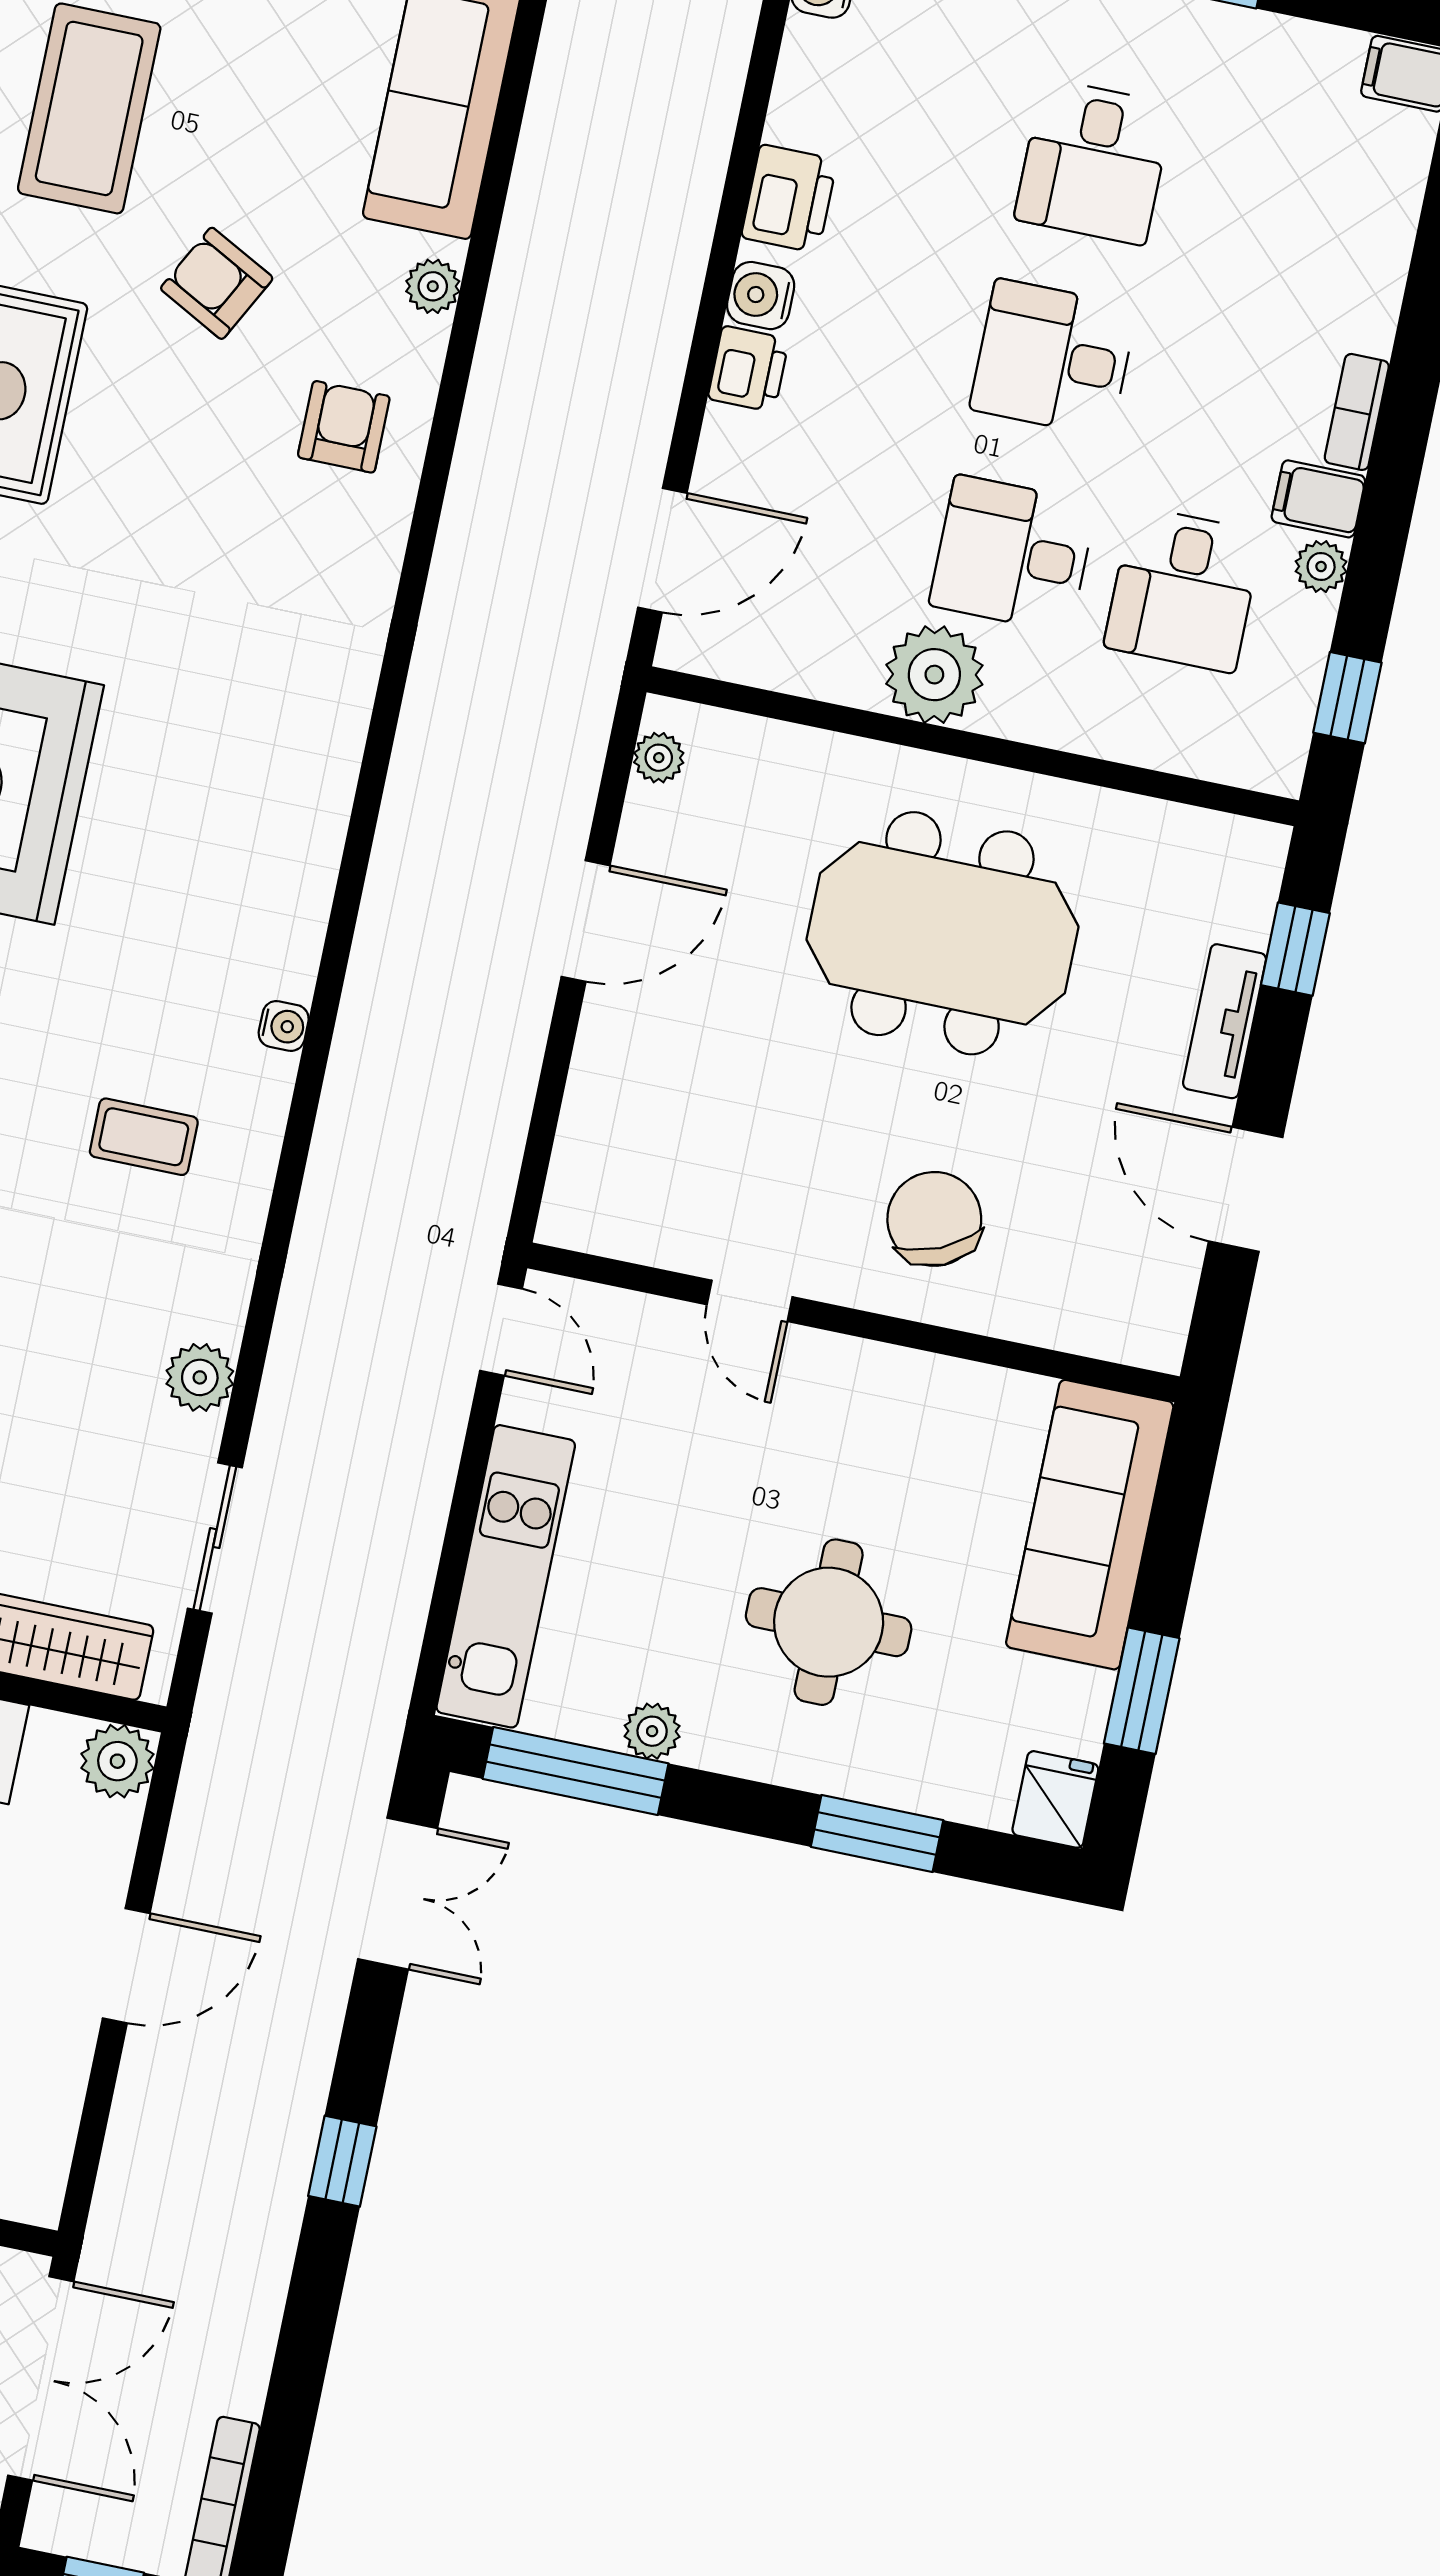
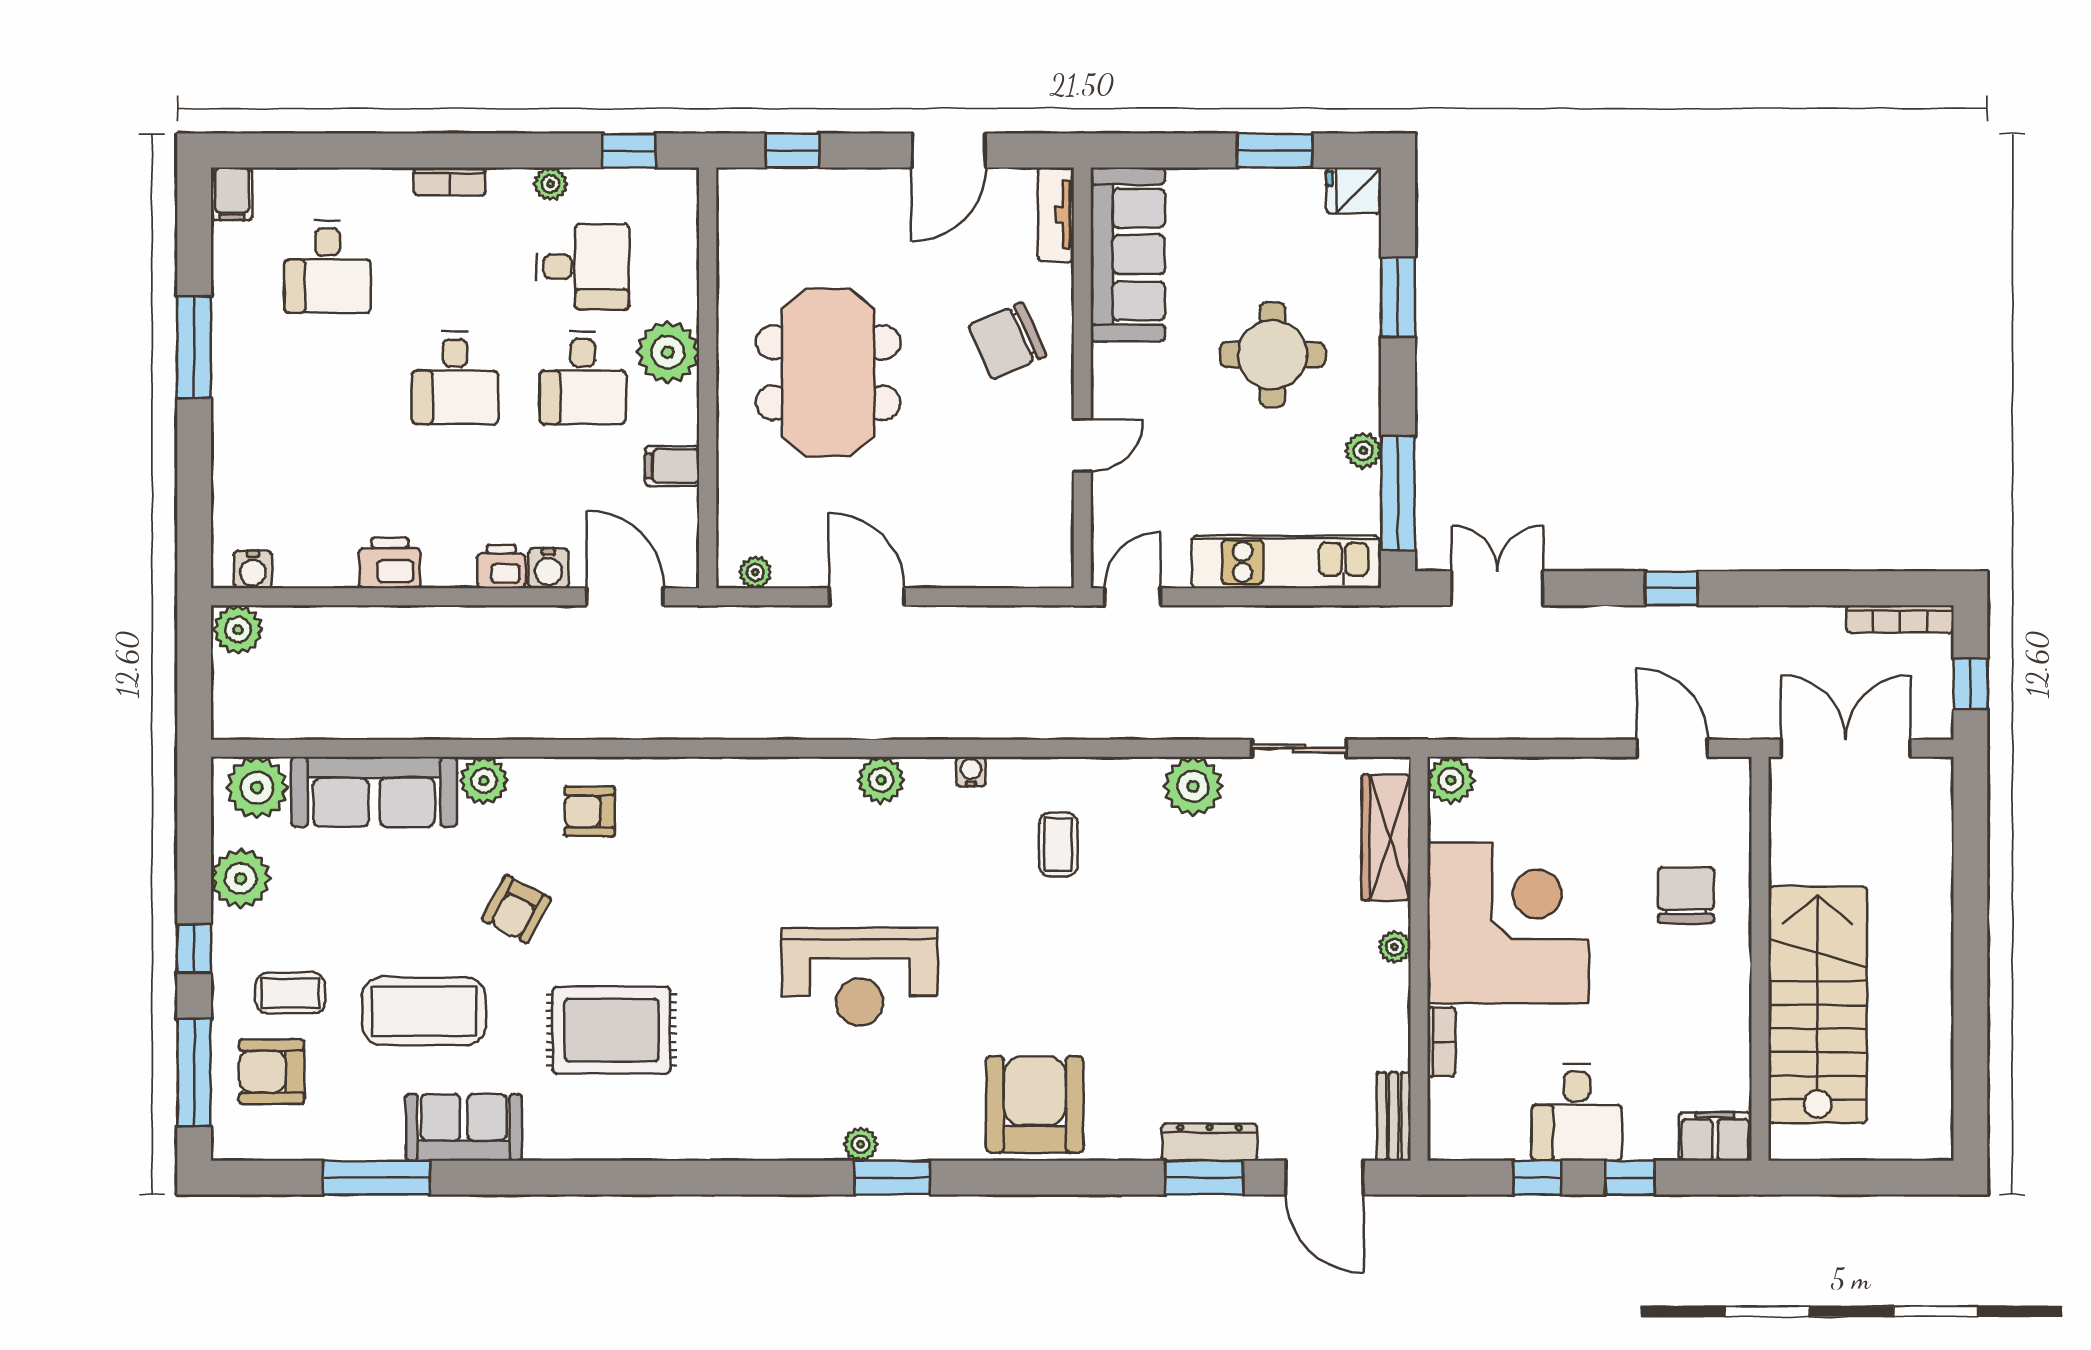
desk: (1094, 162) -> (327, 267), moved, turned 90
plant: (433, 286) -> (484, 780), width x1.38, depth x1.38
water cooler: (761, 296) -> (549, 568), moved
filing cabinet: (1318, 499) -> (672, 466), moved, turned 90
plant: (934, 675) -> (668, 352), moved
plant: (299, 885) -> (881, 780), added
tv unit: (1225, 1021) -> (1056, 215), moved, turned 90
plant: (200, 1377) -> (1193, 786), width x1.36, depth x1.36
sofa: (1090, 1525) -> (1128, 255), moved, turned -90
door: (126, 1966) -> (1672, 748), moved

